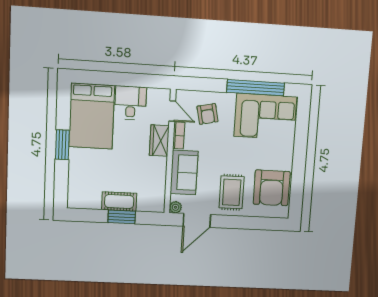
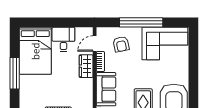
window: (256, 88) -> (141, 22), moved
door: (172, 111) -> (95, 44), swing flipped
window: (62, 145) -> (15, 73), width x1.44

